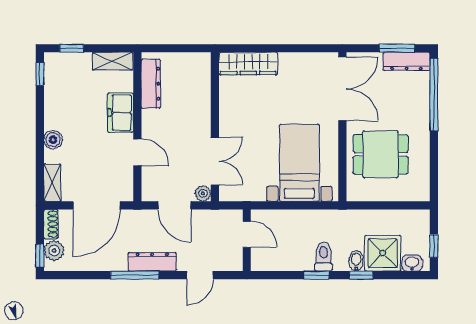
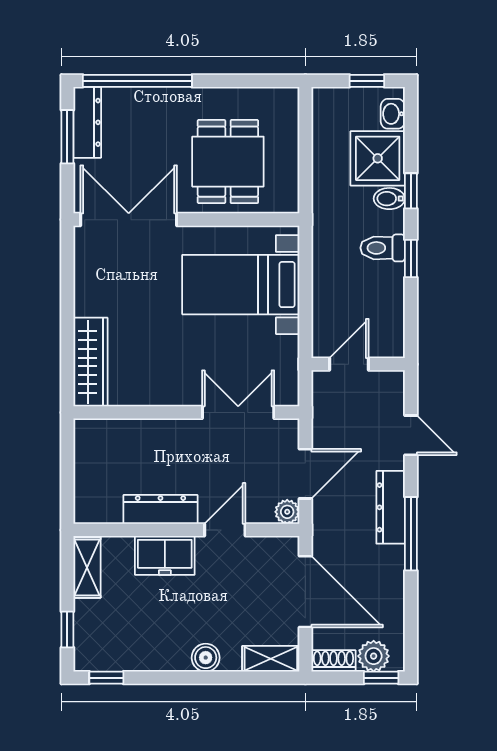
dresser: (151, 84) -> (160, 509), moved
plant: (203, 193) -> (287, 512), moved

